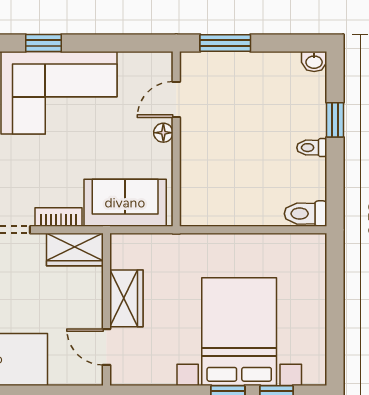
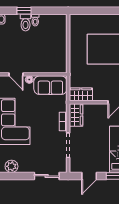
sofa: (125, 203) -> (50, 85), moved, turned -90
toilet: (305, 214) -> (26, 23), moved
wardrobe: (126, 298) -> (81, 94), moved

